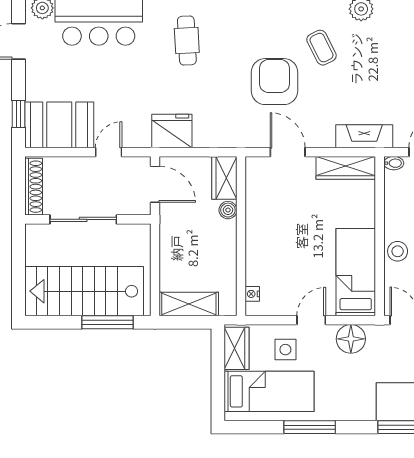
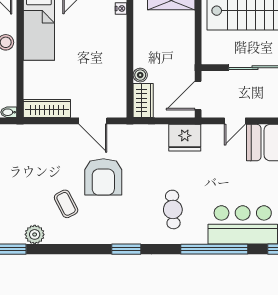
fireplace: (364, 136) -> (32, 133), removed
door: (155, 184) -> (198, 96), hinge flipped

